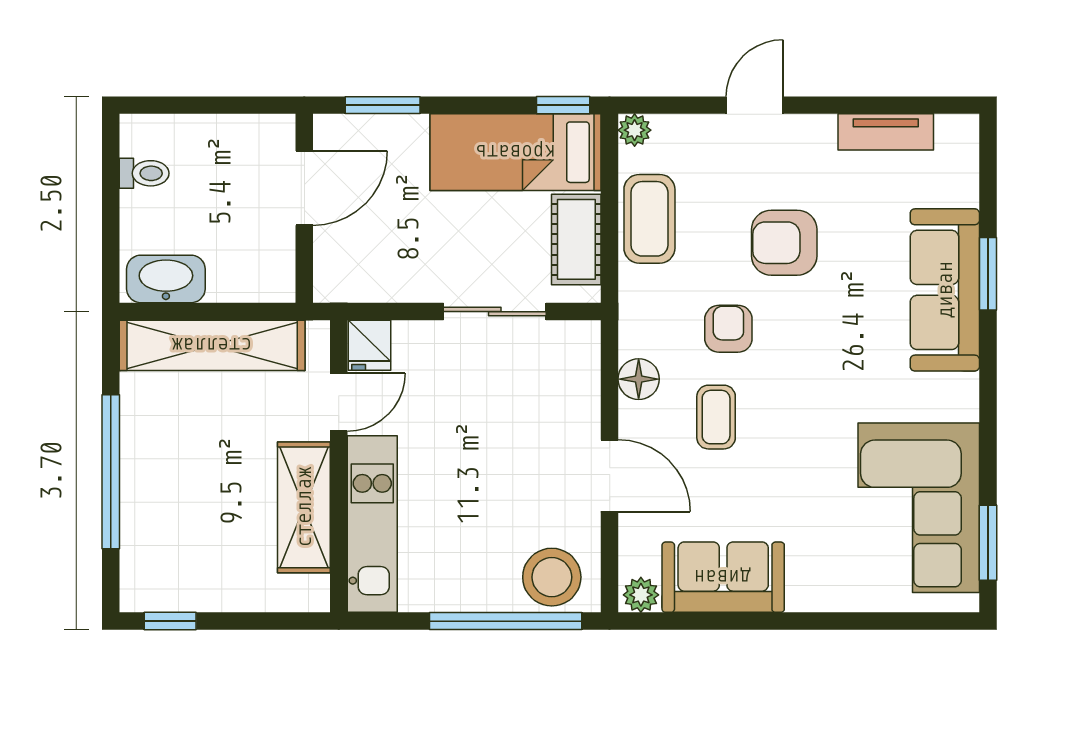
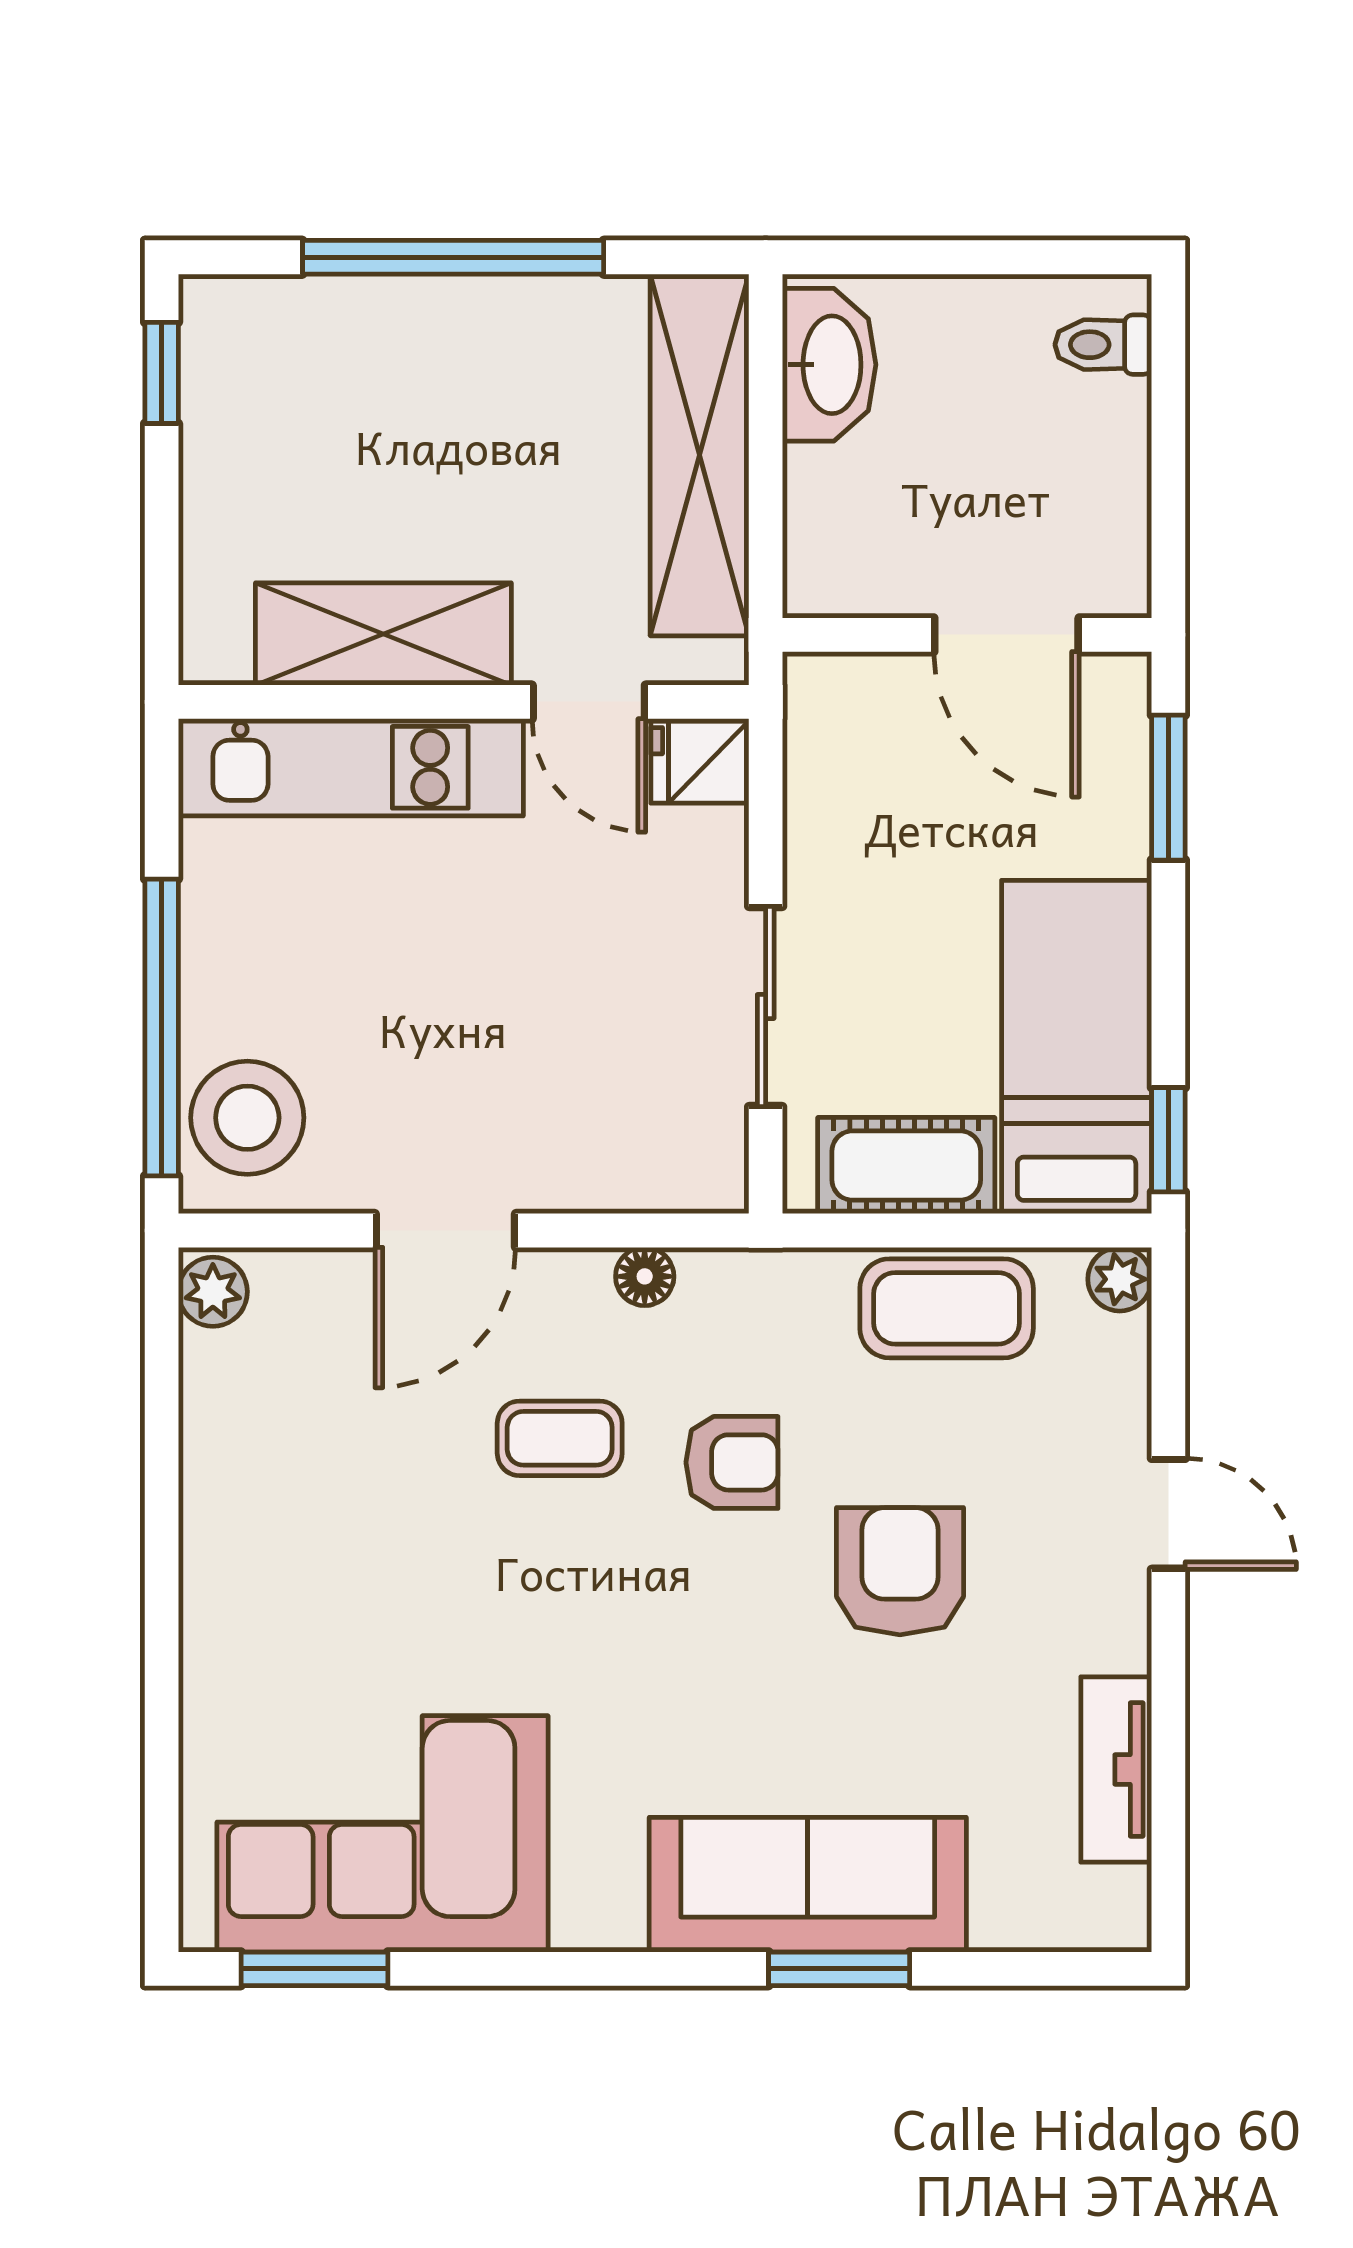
toilet: (144, 173) -> (1103, 345), moved, turned 90
floor lamp: (639, 379) -> (645, 1276), width x0.73, depth x0.73
sofa: (723, 577) -> (247, 1452), removed

